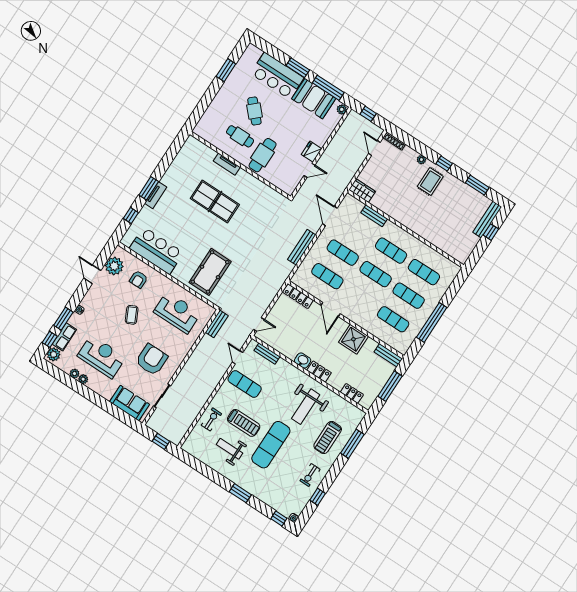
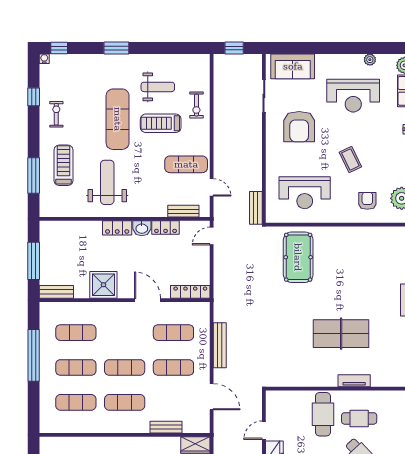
bar counter: (156, 251) -> (368, 243), removed
plant: (83, 379) -> (357, 60), removed
locker: (352, 393) -> (166, 227), moved

